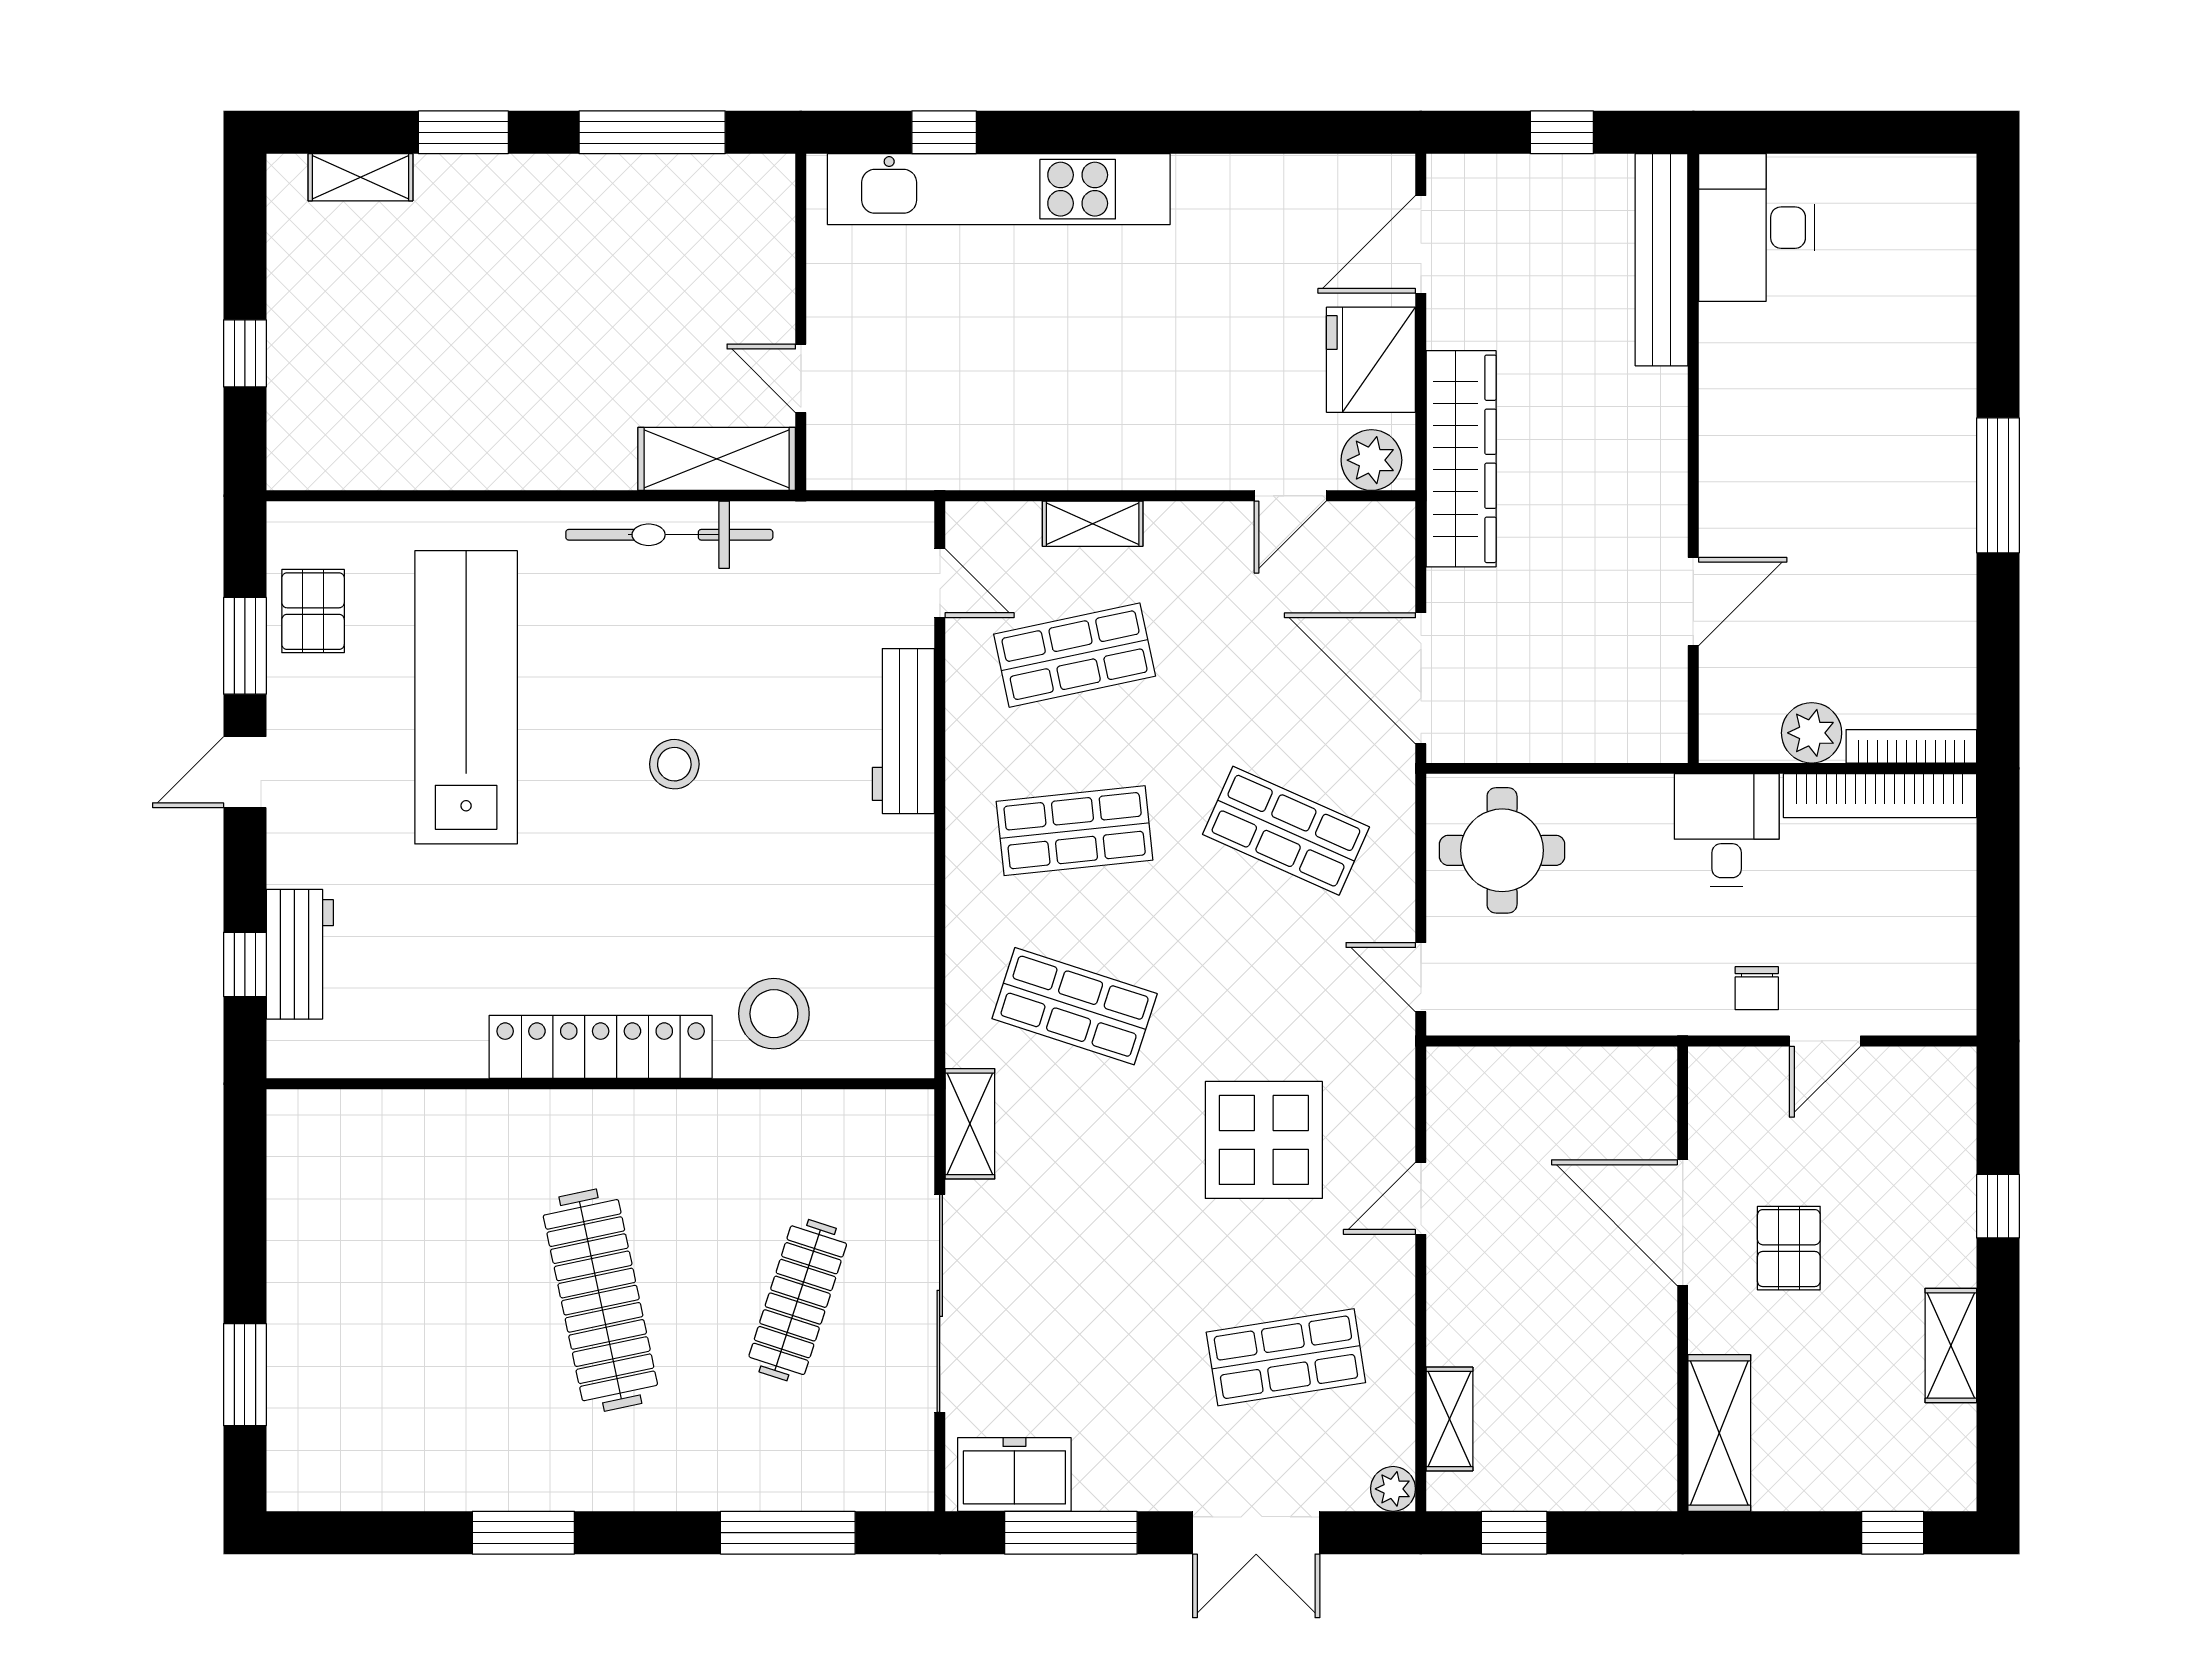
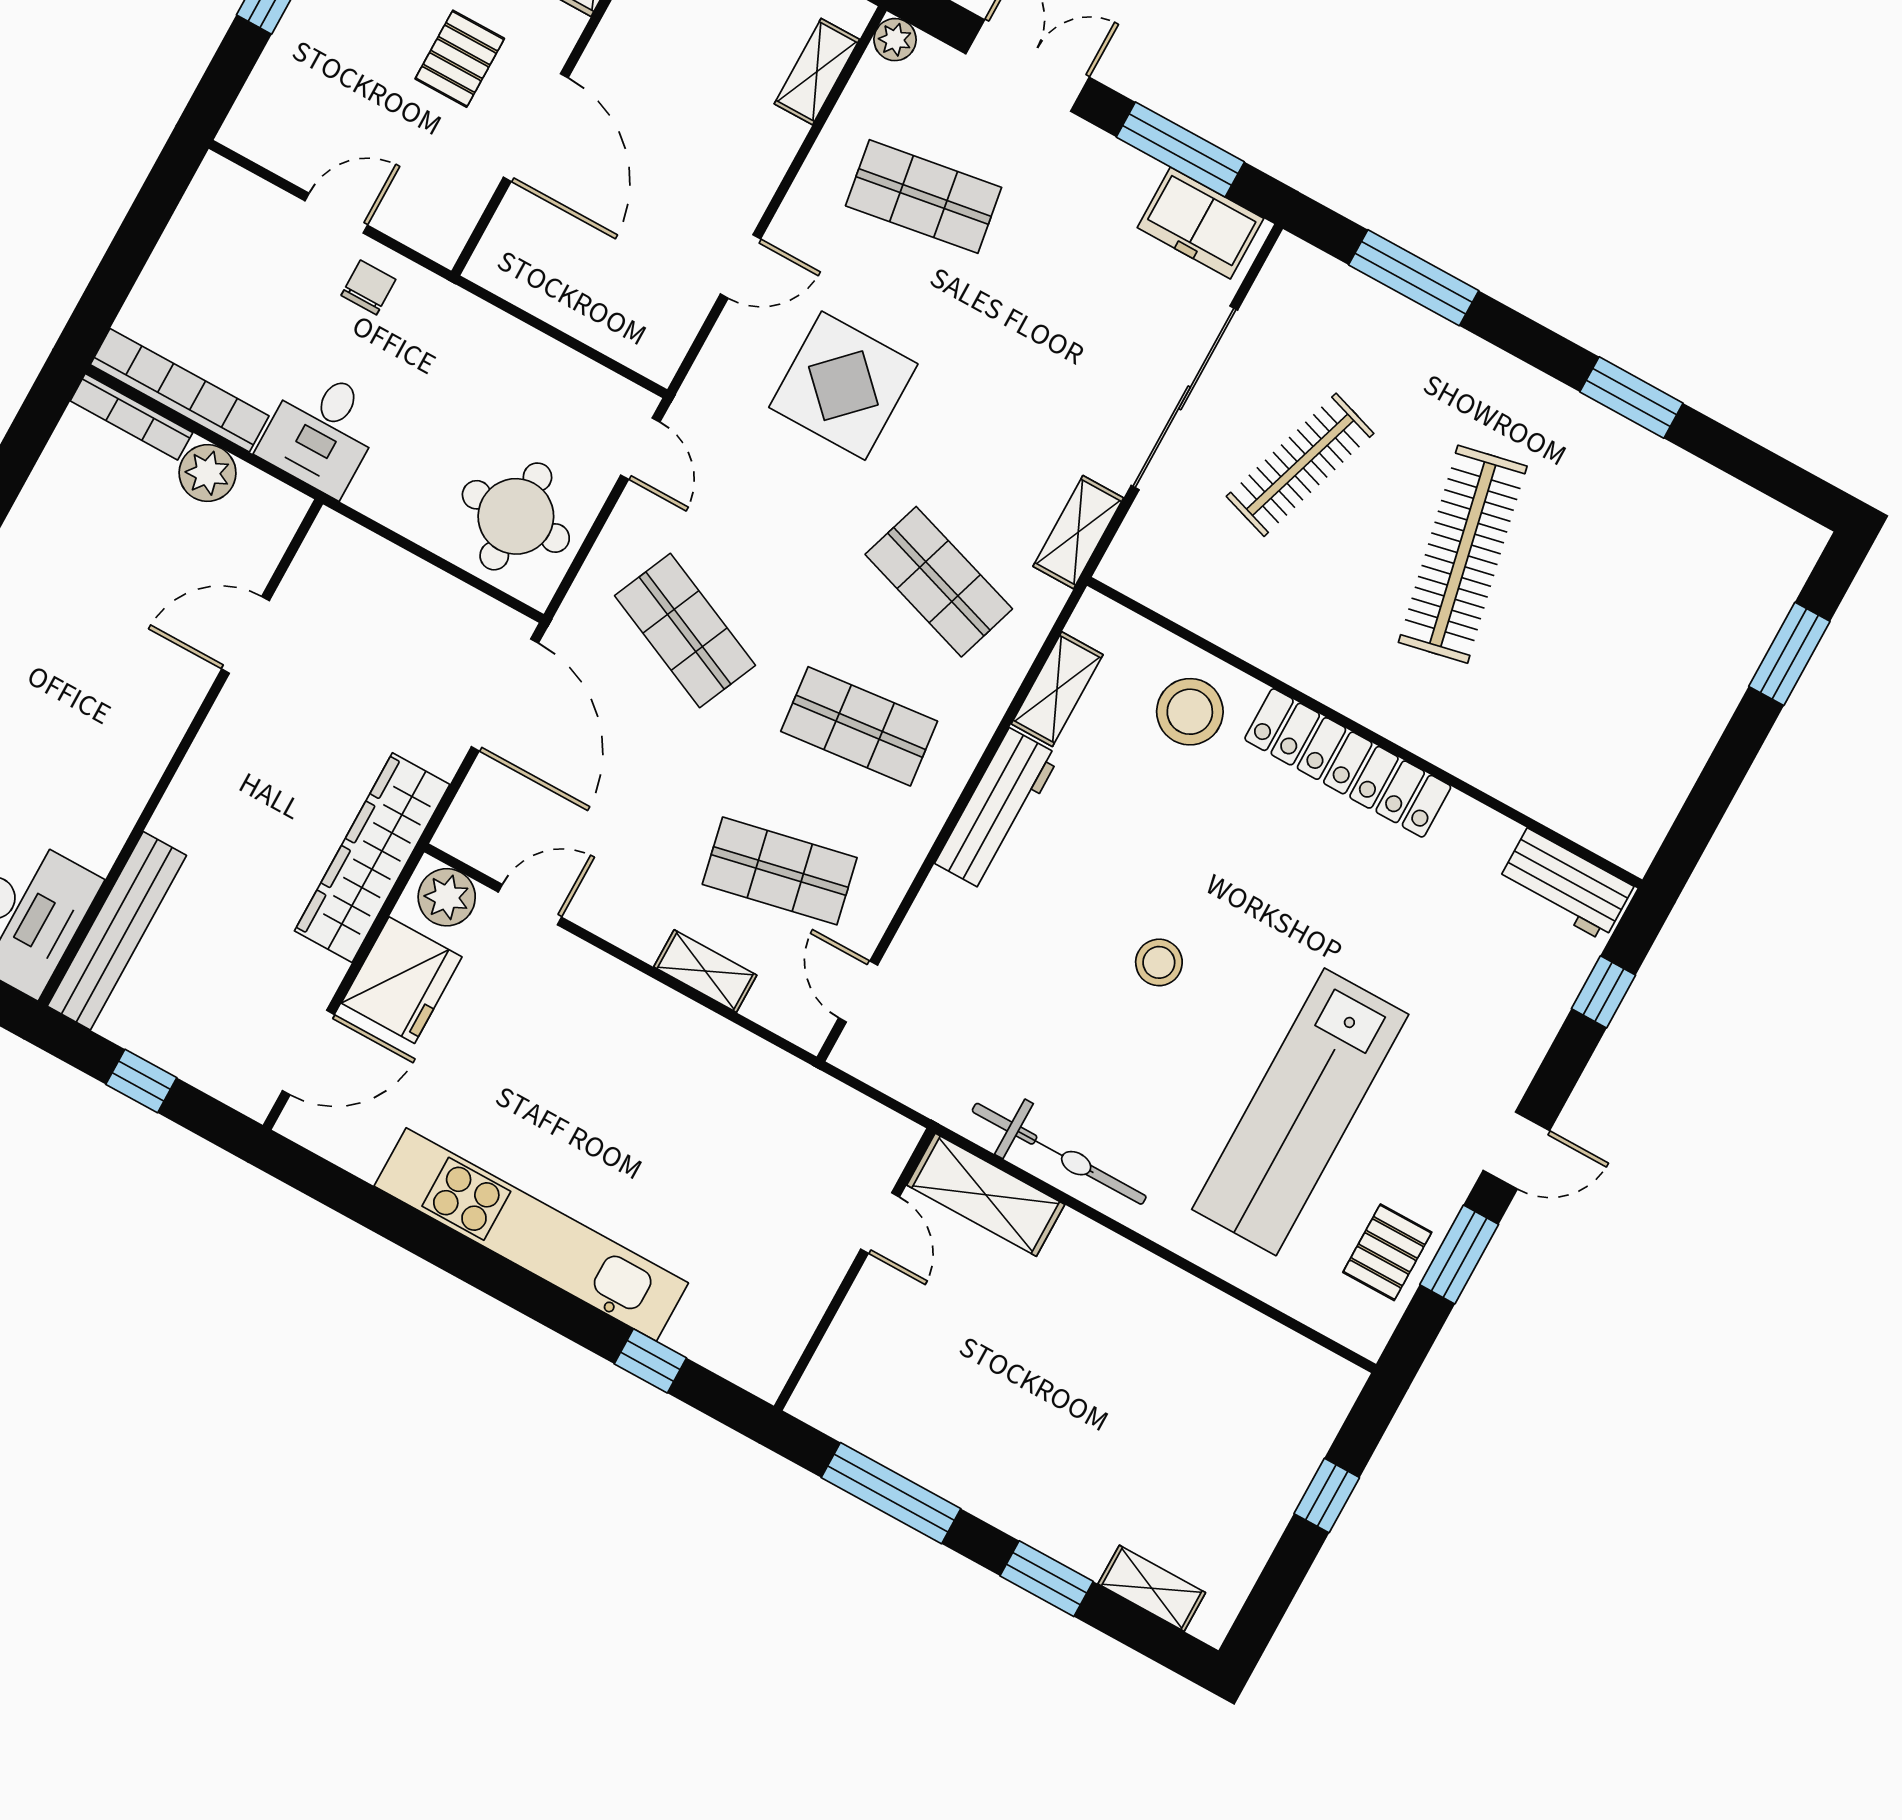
kitchen unit: (999, 189) -> (531, 1234), moved
workbench: (903, 731) -> (997, 809), moved
workbench: (300, 954) -> (1565, 885), moved, turned -90
shelving: (909, 967) -> (1057, 689), added

